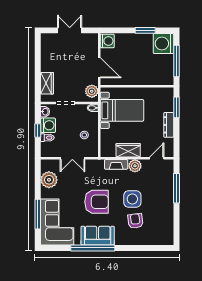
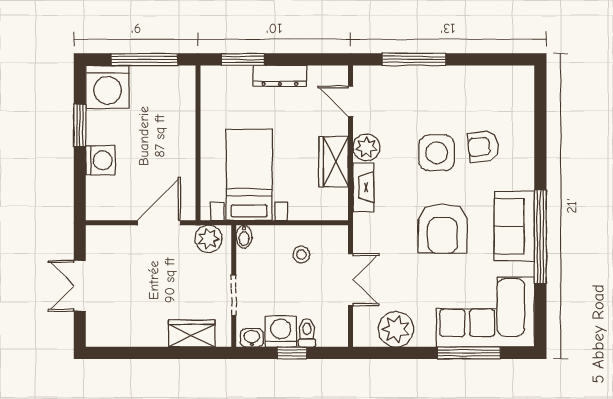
washing machine: (107, 41) -> (100, 160), moved, turned 90
armchair: (97, 202) -> (443, 229), turned 180

